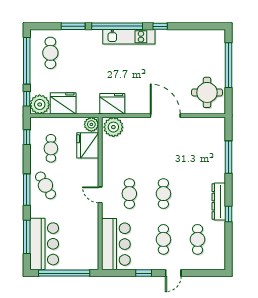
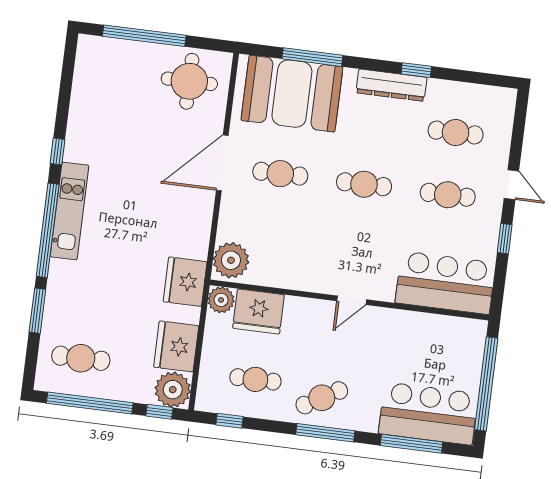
fridge: (112, 104) -> (185, 282), moved
booth: (207, 149) -> (292, 94), added
cafe table: (129, 194) -> (280, 174), moved

